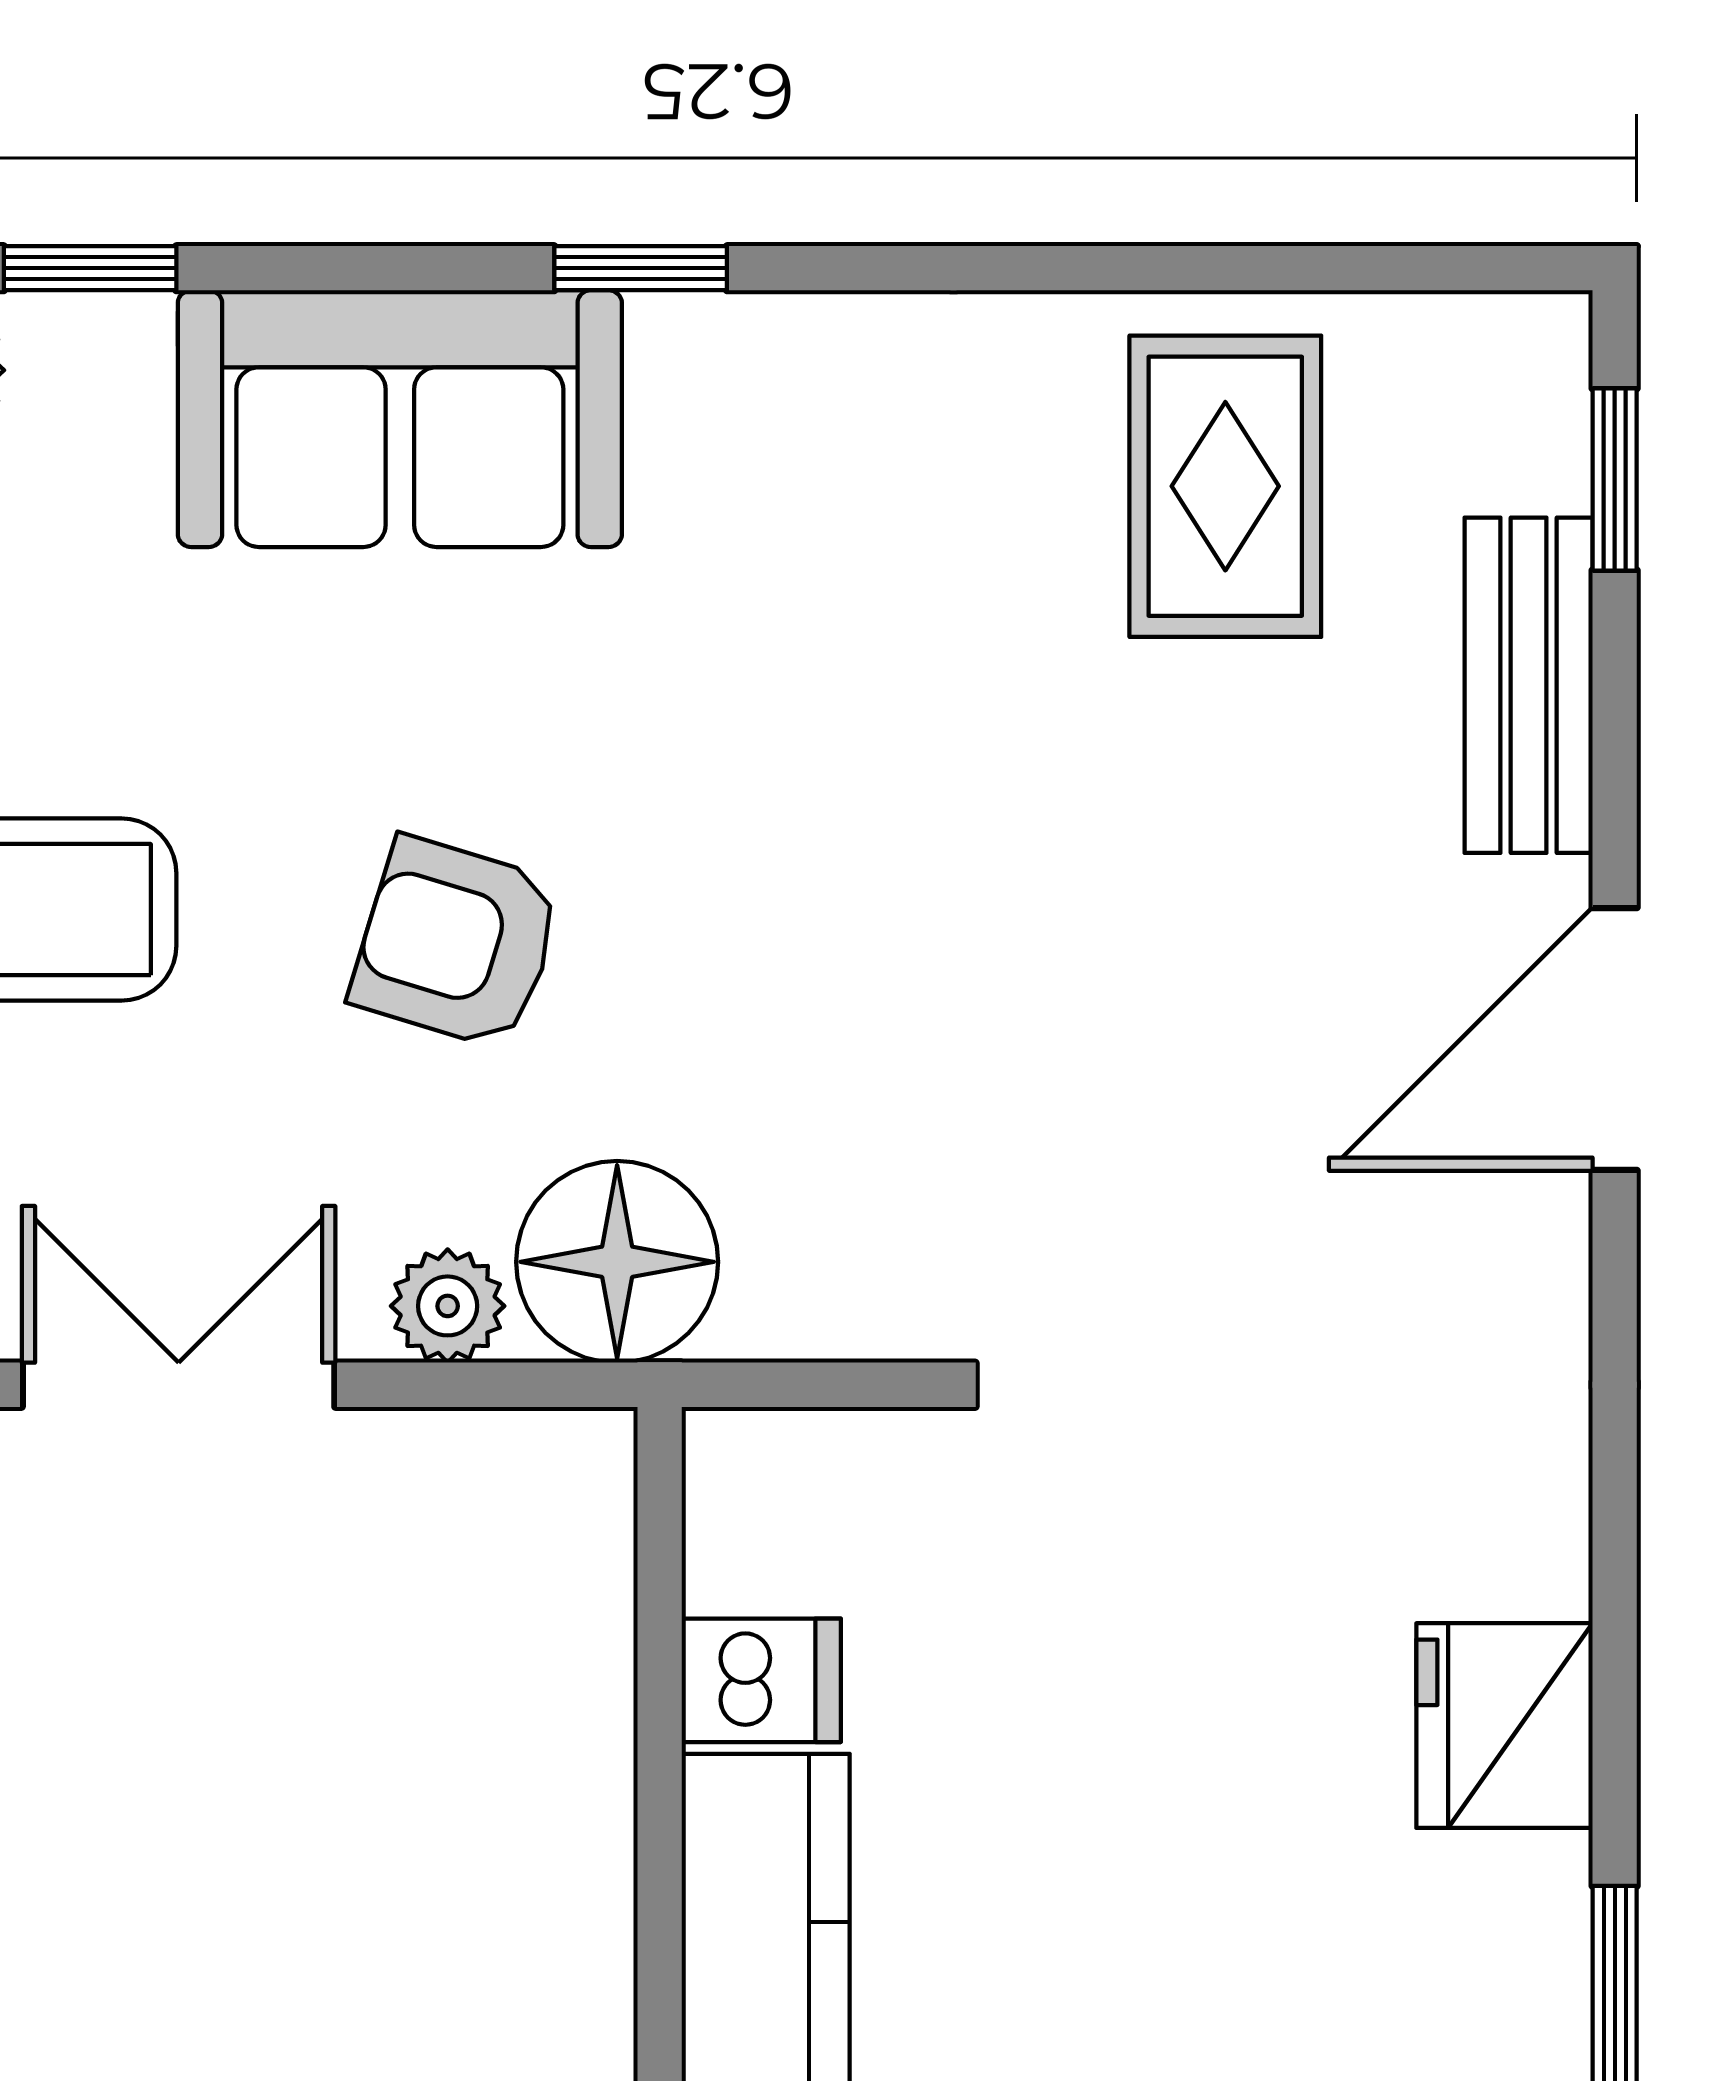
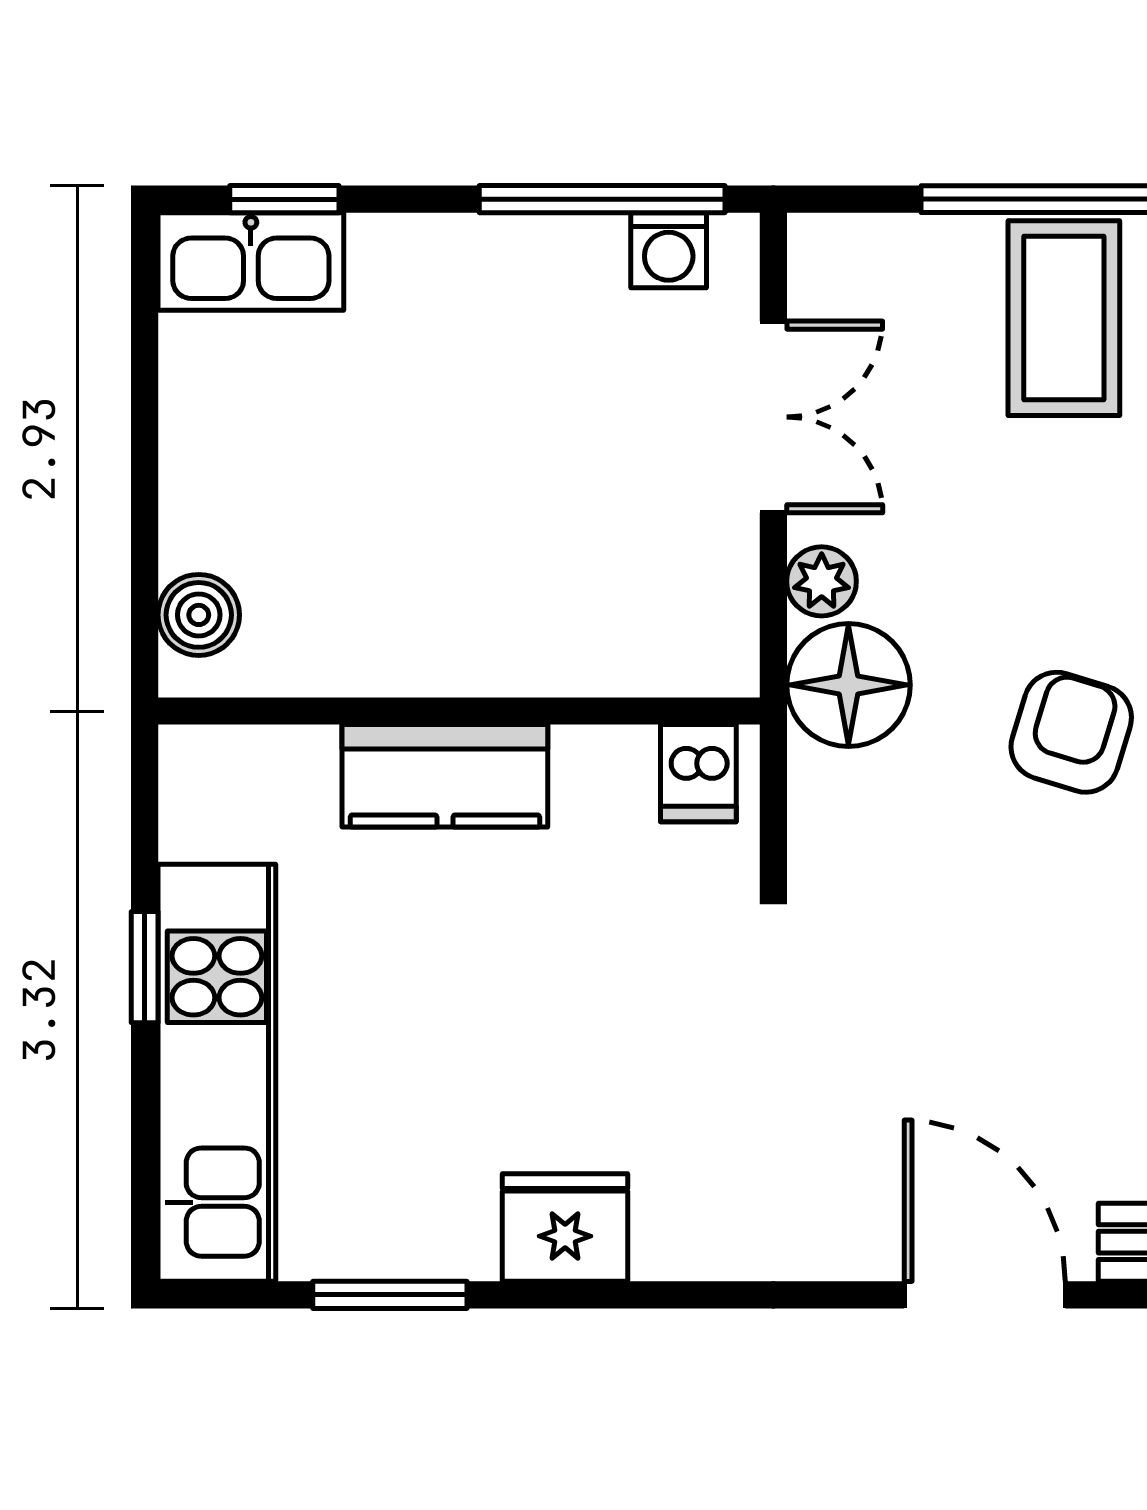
armchair: (457, 943) -> (1071, 732), moved
dishwasher: (761, 1680) -> (698, 773), moved

